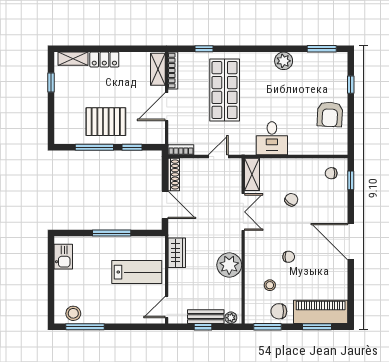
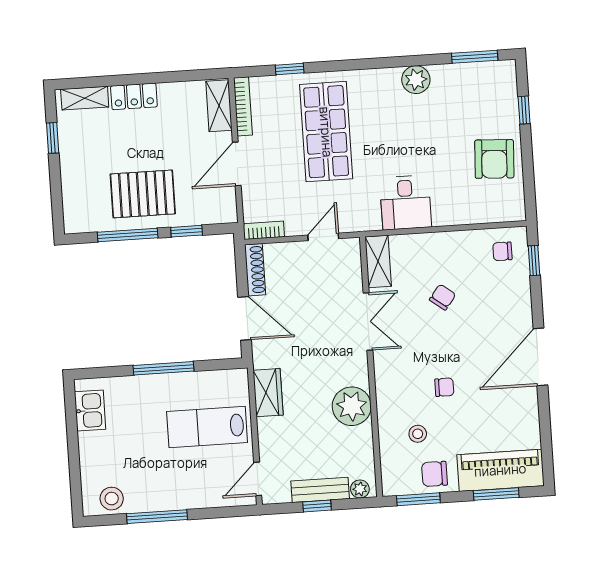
door: (351, 242) -> (540, 357), hinge flipped
lab bench: (137, 272) -> (207, 427), turned 180
window: (85, 327) -> (157, 517), moved

